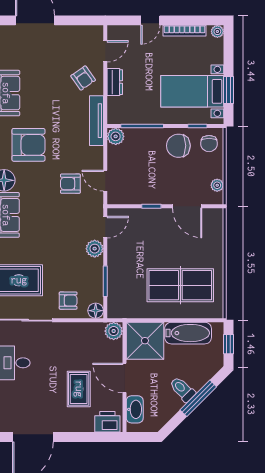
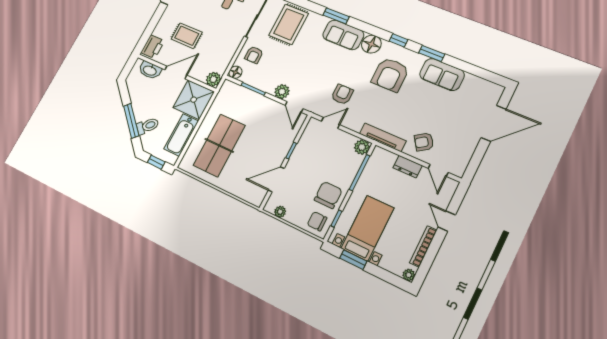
toilet: (182, 389) -> (148, 126), moved

